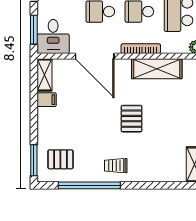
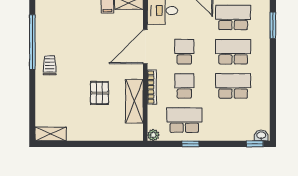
pallet: (132, 119) -> (99, 93), moved, turned 90
pallet: (60, 159) -> (55, 17), removed

